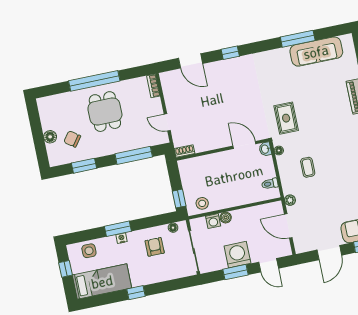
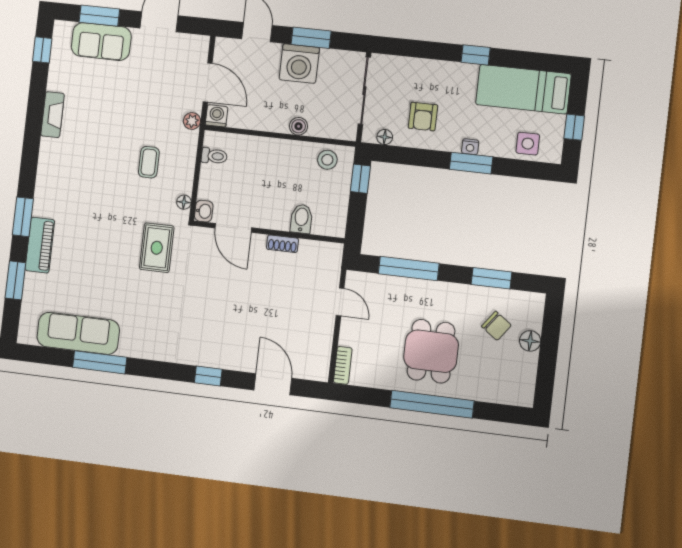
shoe rack: (185, 151) -> (282, 244), moved
bidet: (206, 164) -> (301, 219), added
washing machine: (213, 221) -> (217, 116), moved

